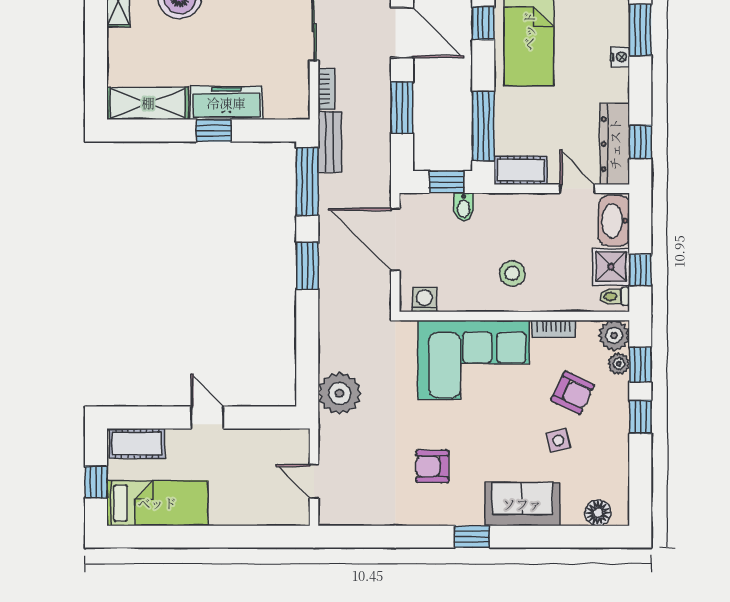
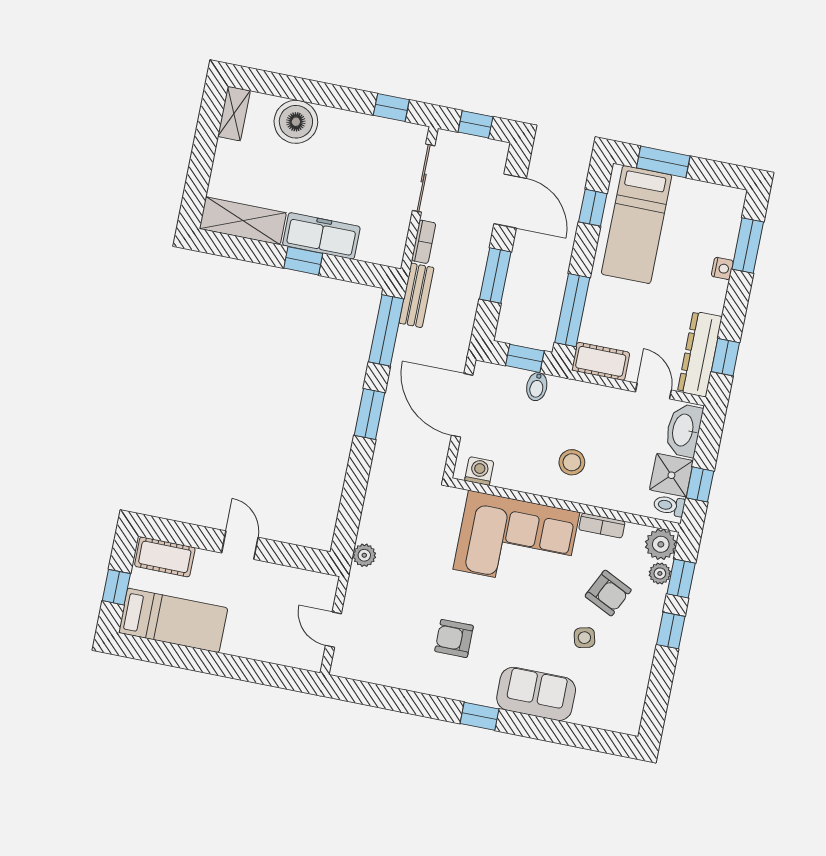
plant: (340, 393) -> (364, 555), width x0.53, depth x0.53
floor lamp: (598, 513) -> (609, 718), removed

